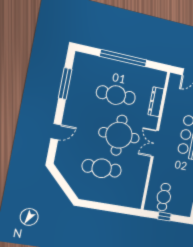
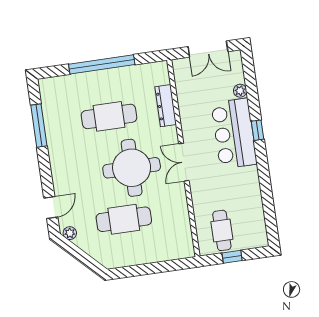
door: (56, 132) -> (51, 208), moved
plant: (61, 165) -> (70, 233), added

